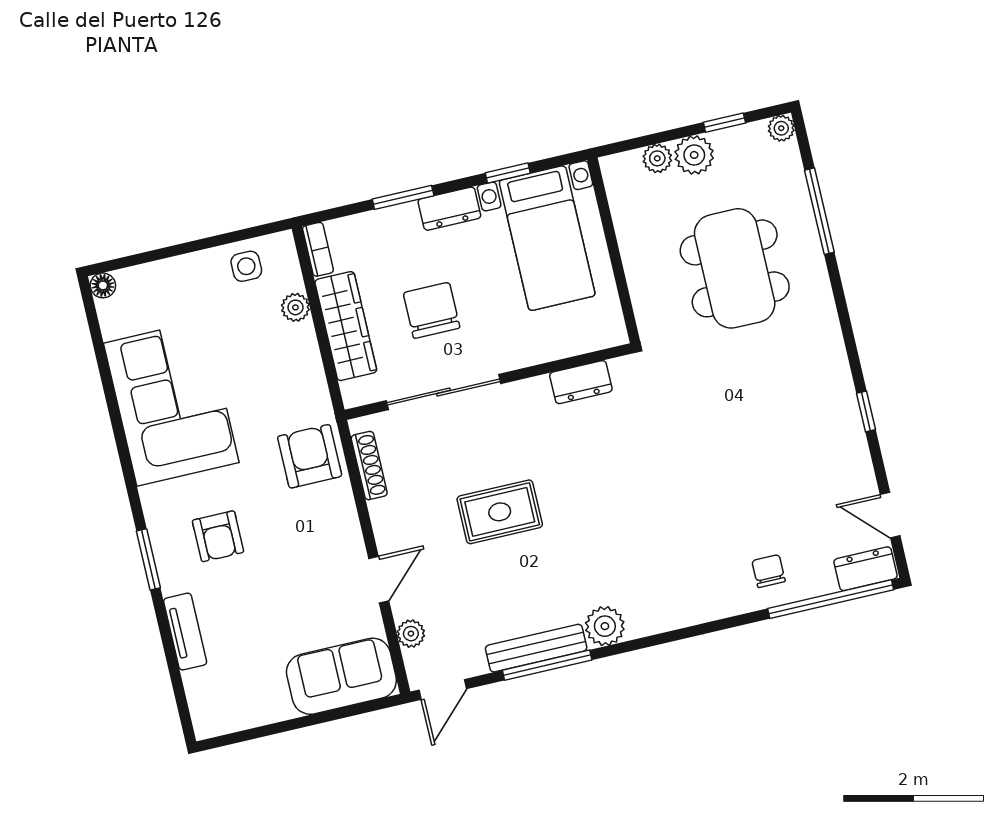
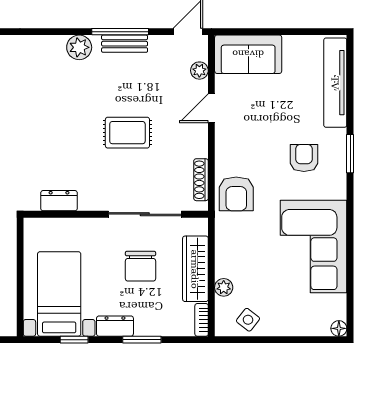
side table: (246, 266) -> (248, 320), turned 38
tv unit: (185, 632) -> (335, 83), width x1.92, depth x1.29
bench: (536, 648) -> (125, 44), width x0.73

